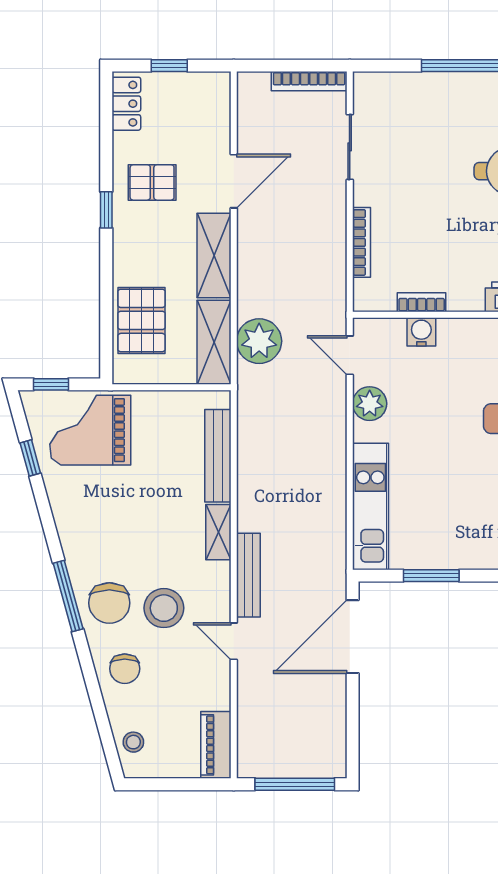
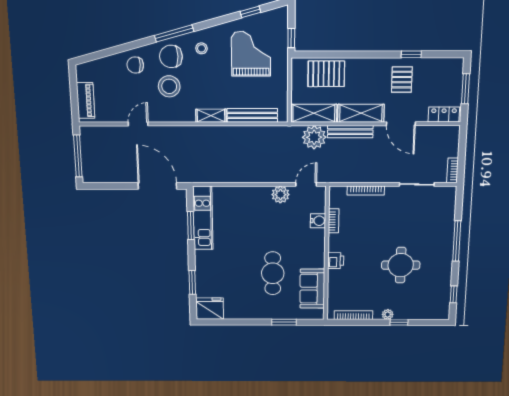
window: (169, 66) -> (466, 89), width x1.50
bookcase: (309, 81) -> (453, 170), width x0.64
locker: (126, 104) -> (444, 115), moved, turned 180
window: (106, 210) -> (411, 54), moved
window: (51, 384) -> (291, 38), moved
grand piano: (90, 430) -> (251, 54), moved
kitchen unit: (370, 506) -> (203, 218), moved, turned -90
bench: (248, 575) -> (350, 132), moved
door: (234, 641) -> (138, 124), moved
stool: (133, 742) -> (201, 48), moved
piano: (216, 745) -> (86, 100), moved, turned 90

